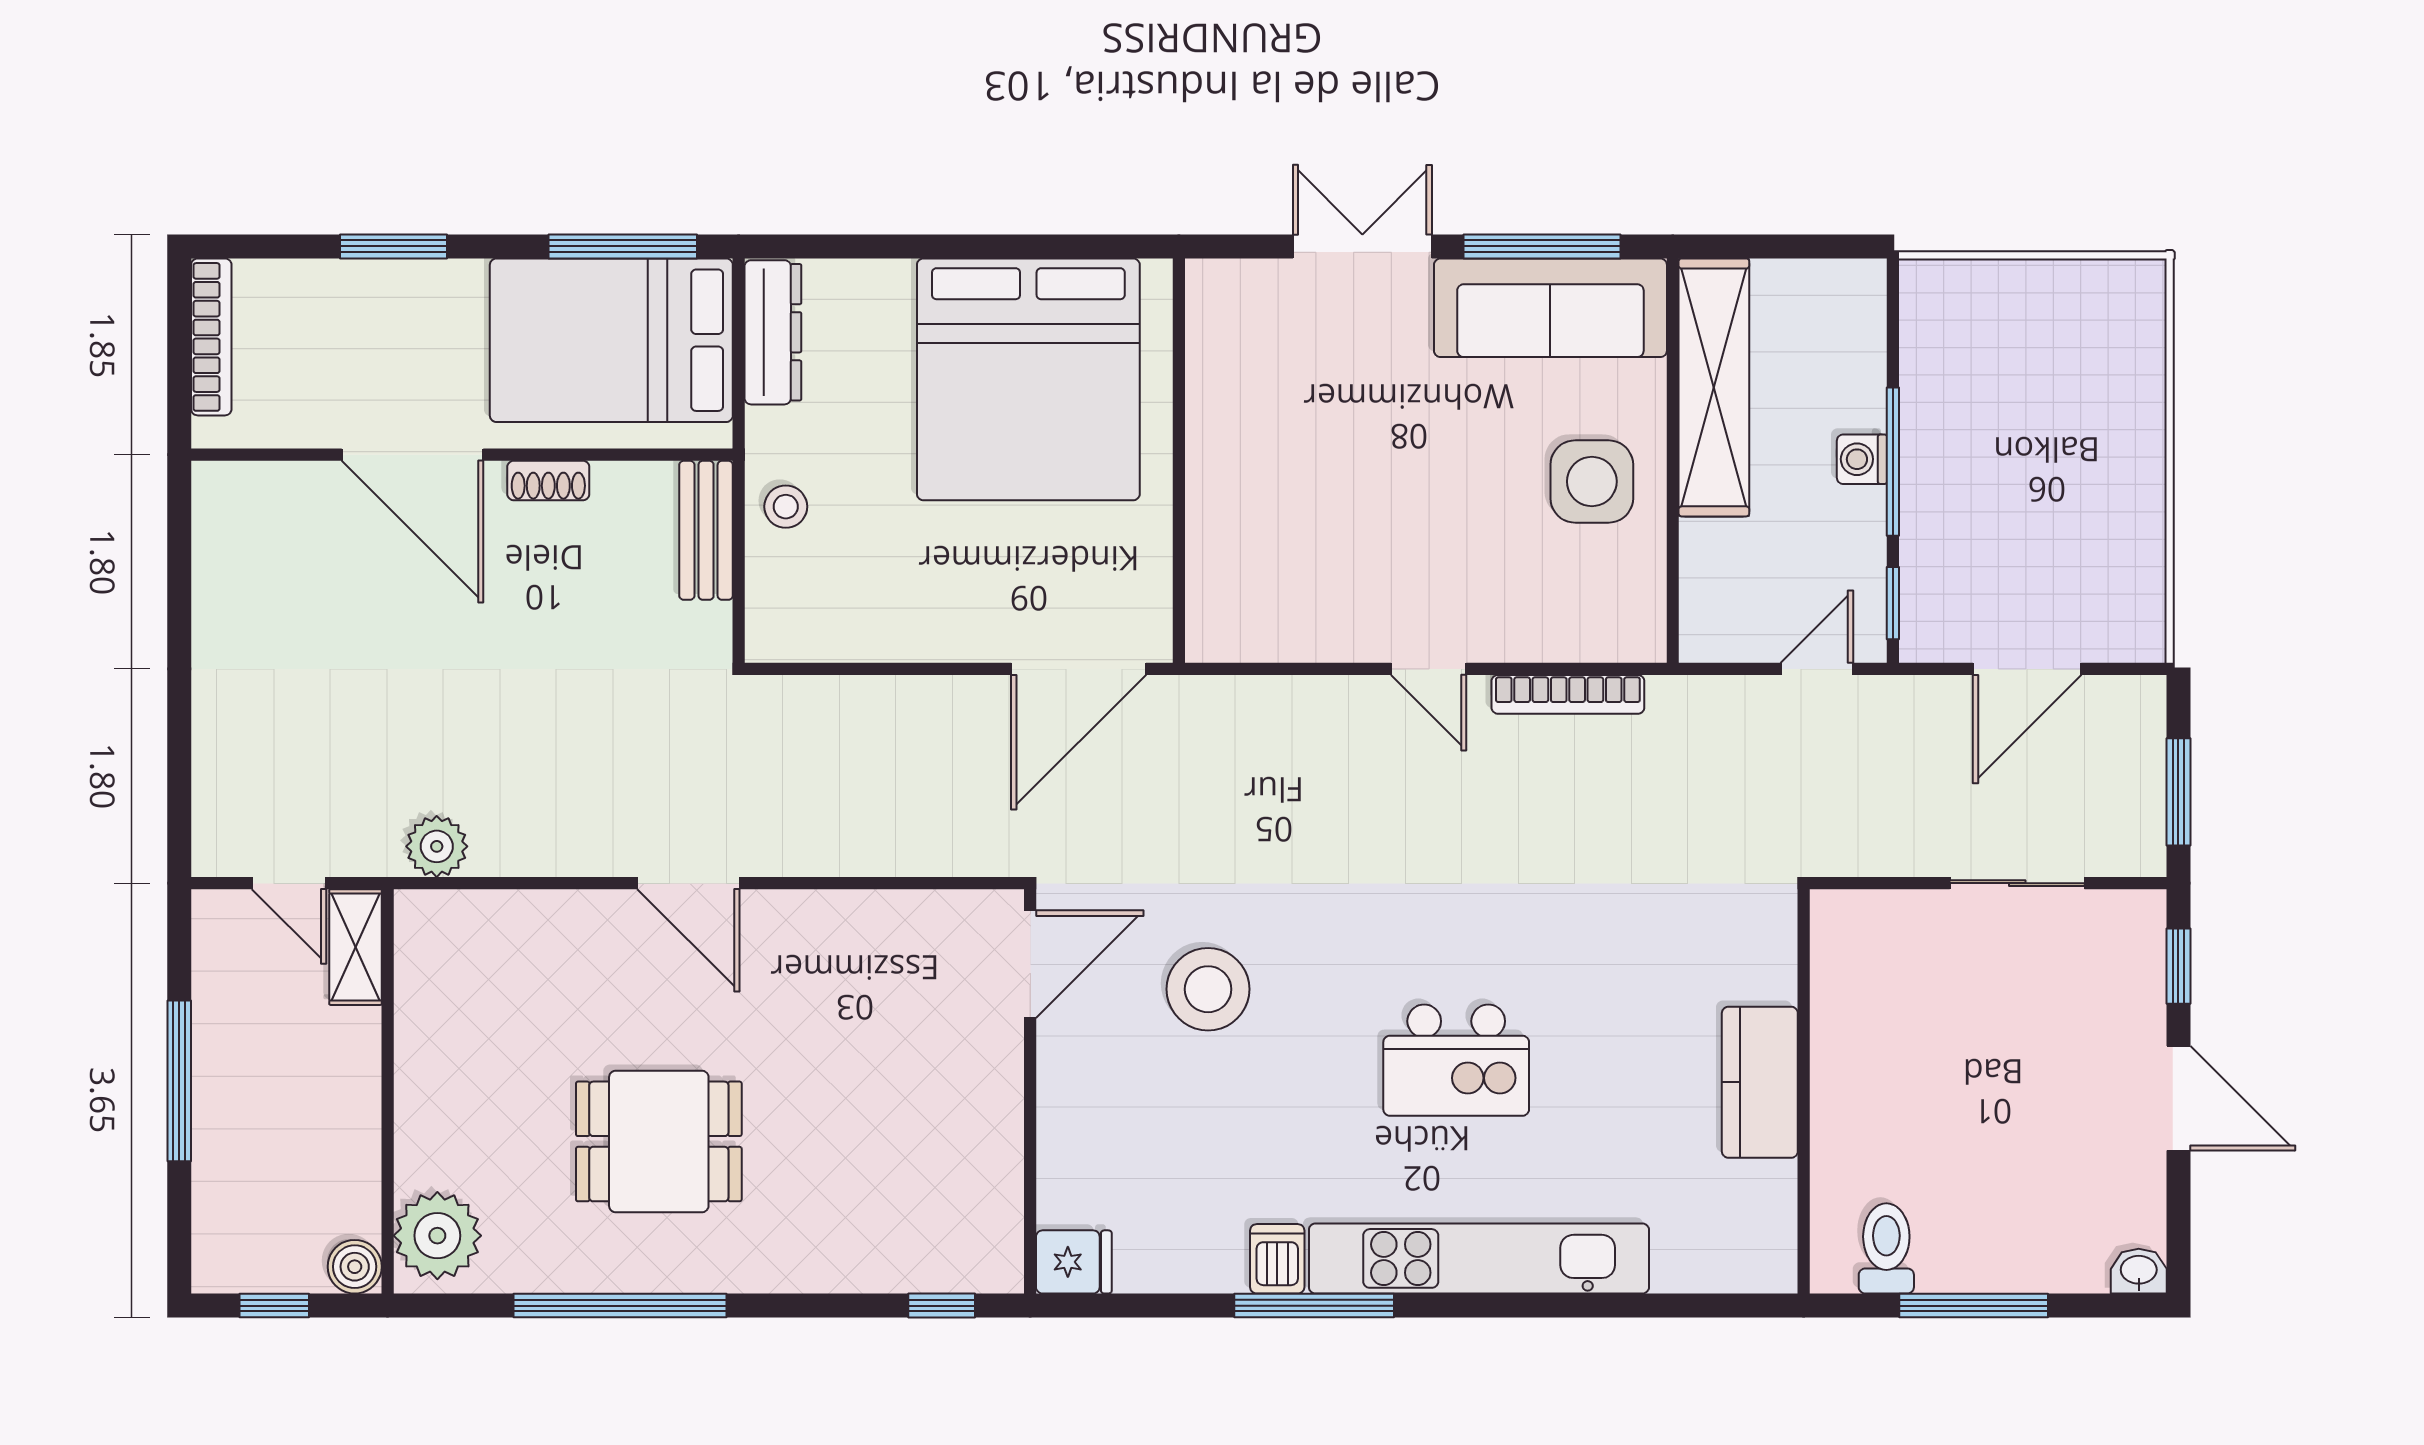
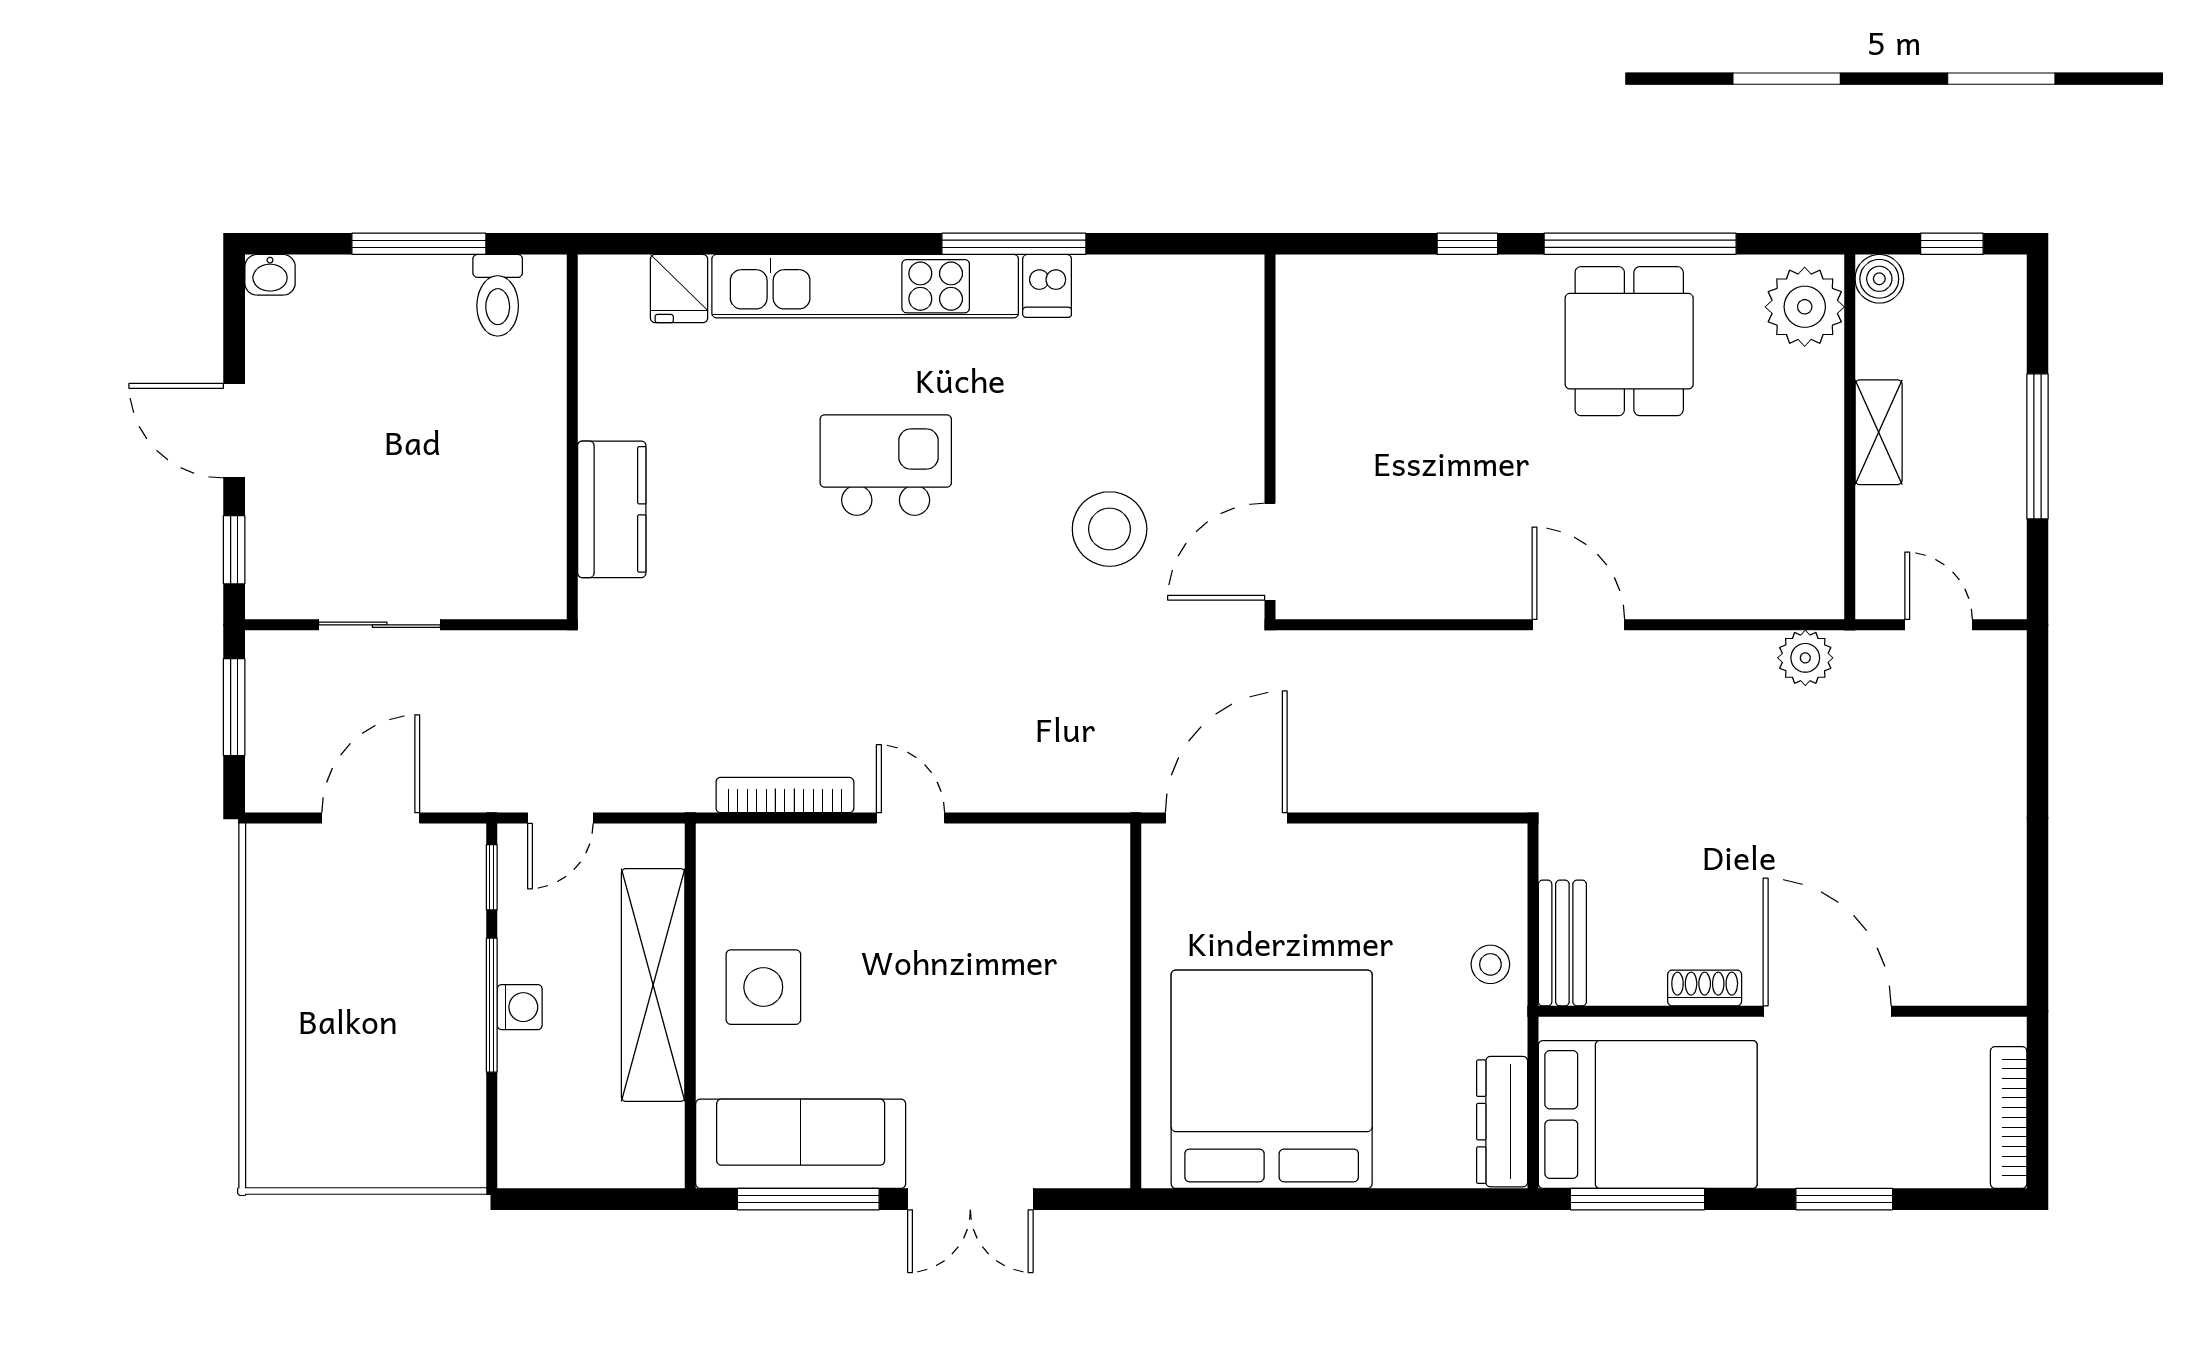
shelving: (1714, 387) -> (653, 985), moved
shelving: (355, 947) -> (1879, 432), moved
kitchen counter: (1760, 1082) -> (612, 509), moved
dining table: (659, 1141) -> (1629, 341), moved, turned 90
fridge: (1074, 1262) -> (679, 289), moved, turned -90
window: (942, 1306) -> (1467, 244), moved

